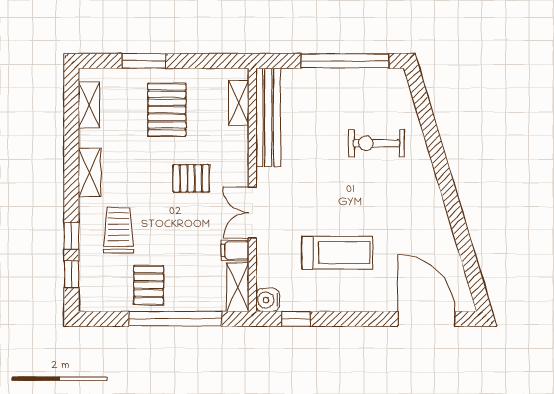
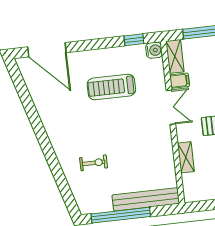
shelving: (239, 103) -> (186, 157), moved
bench: (268, 117) -> (146, 199), moved, turned 90
exercise bike: (376, 143) -> (94, 163), width x0.73, depth x0.72

